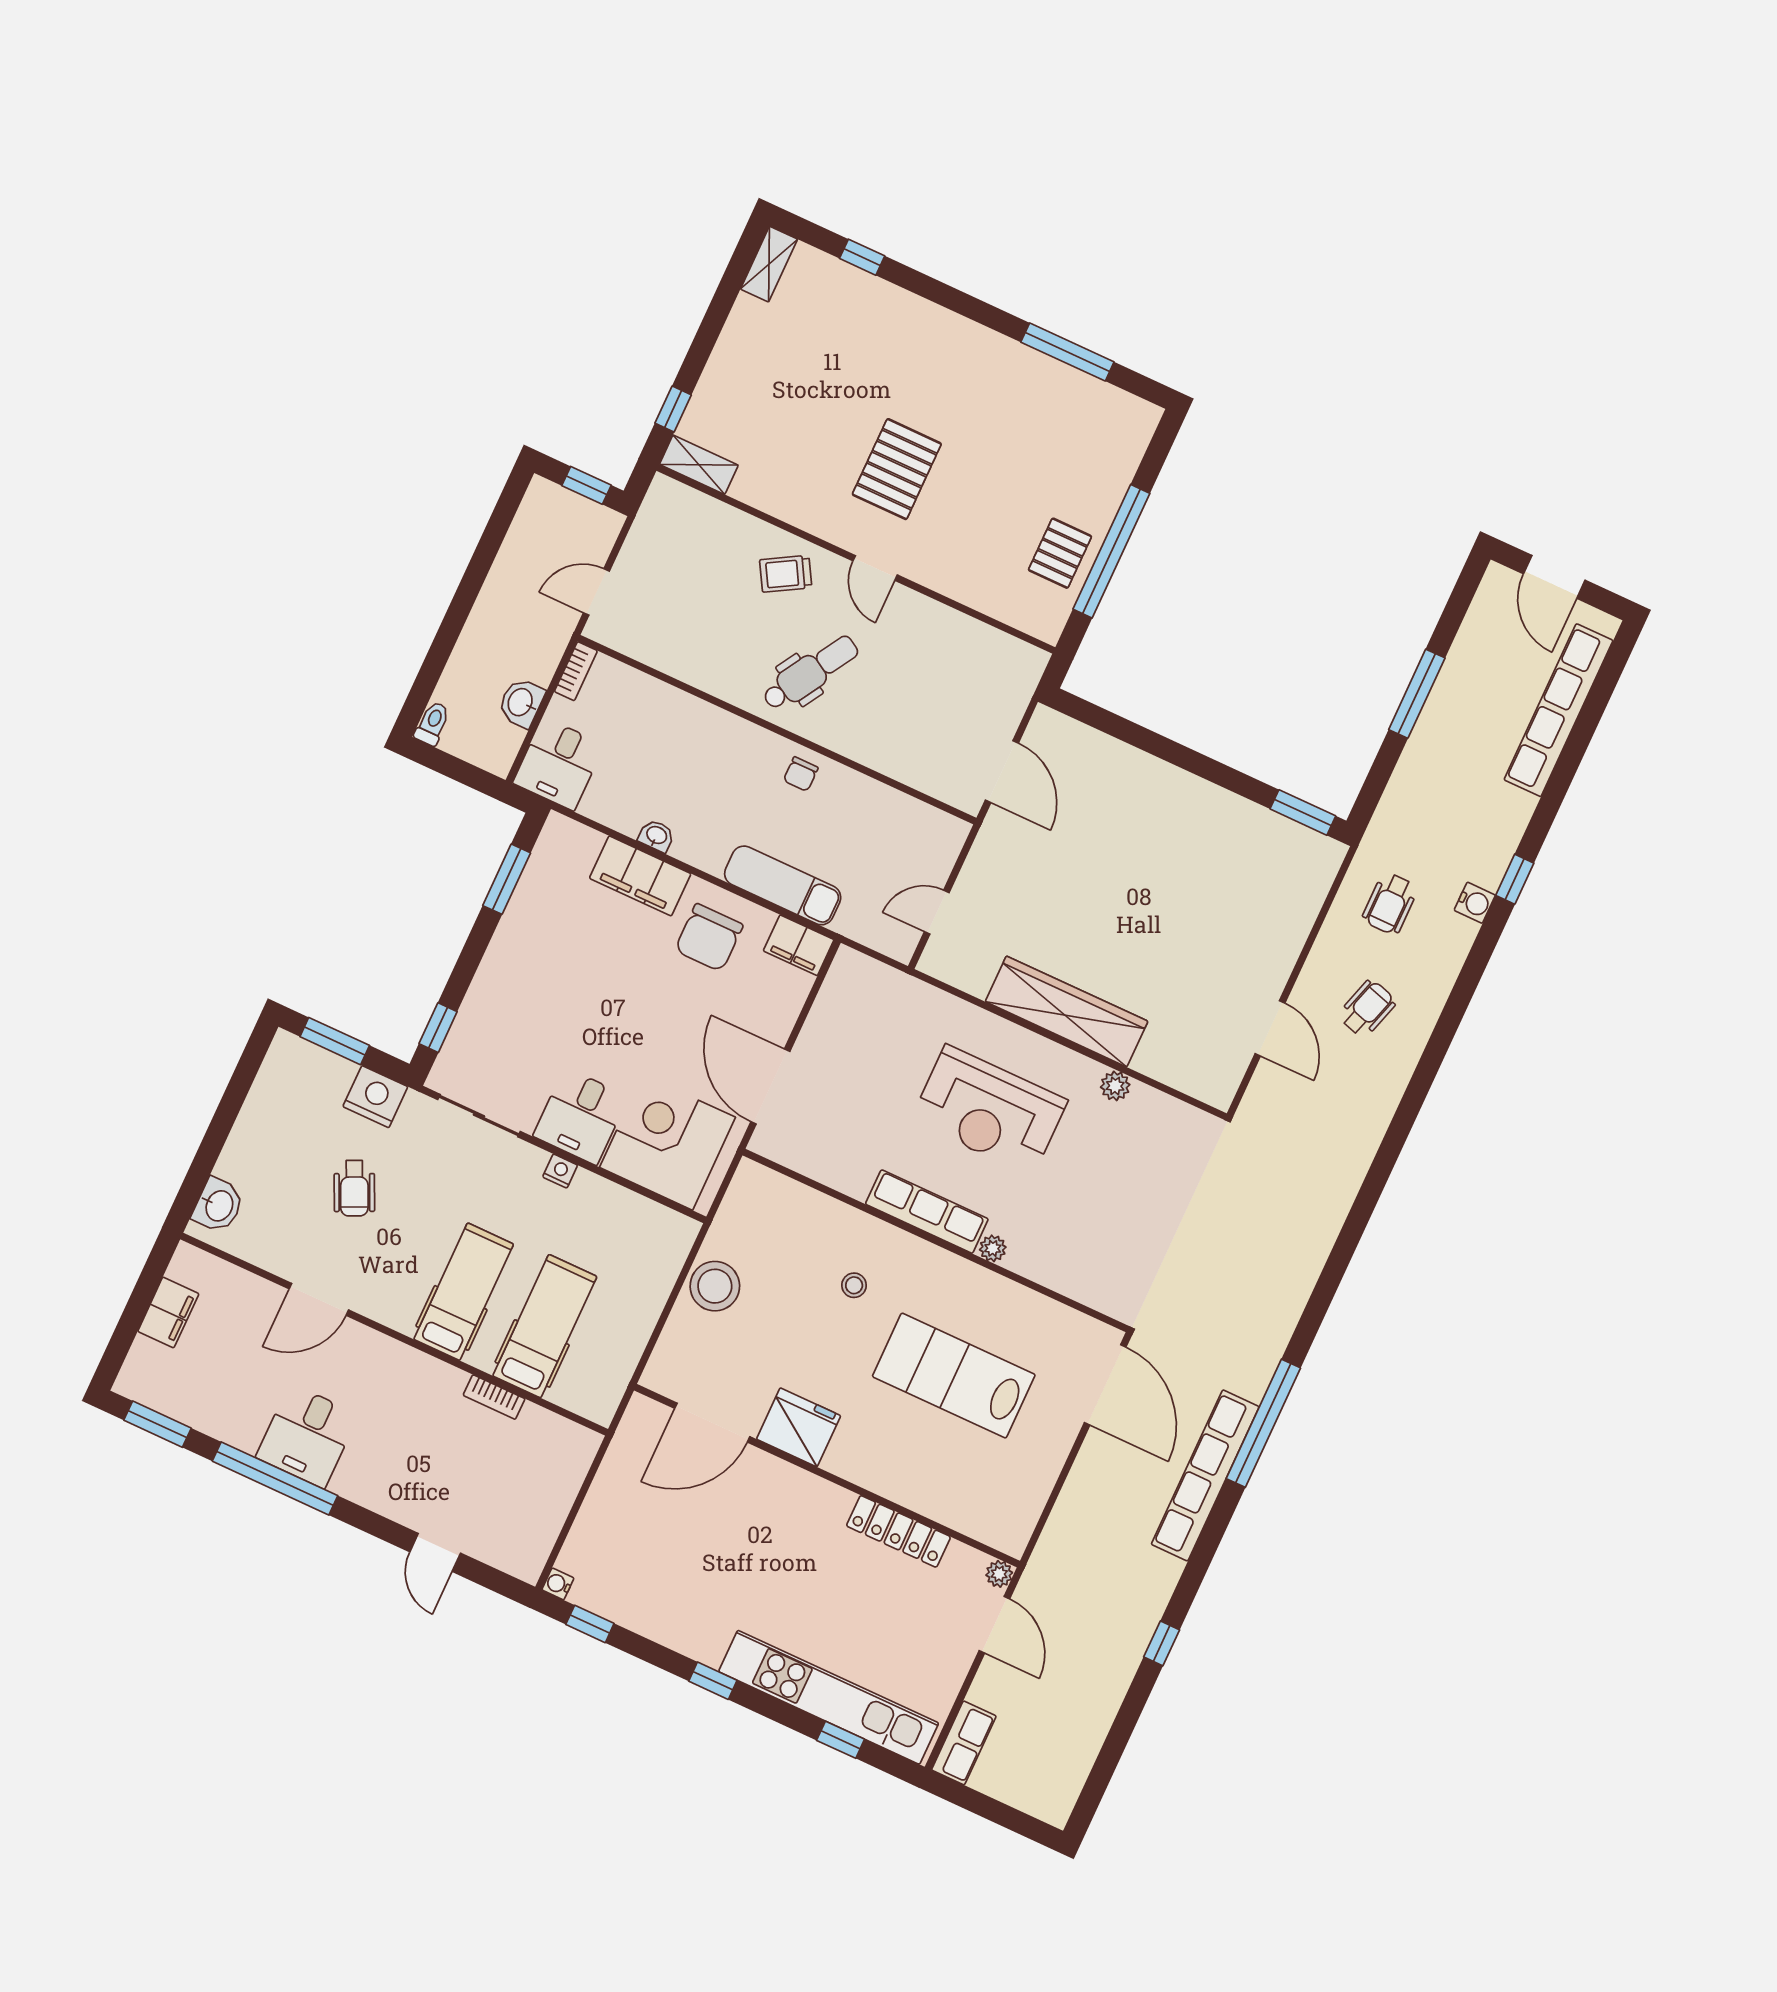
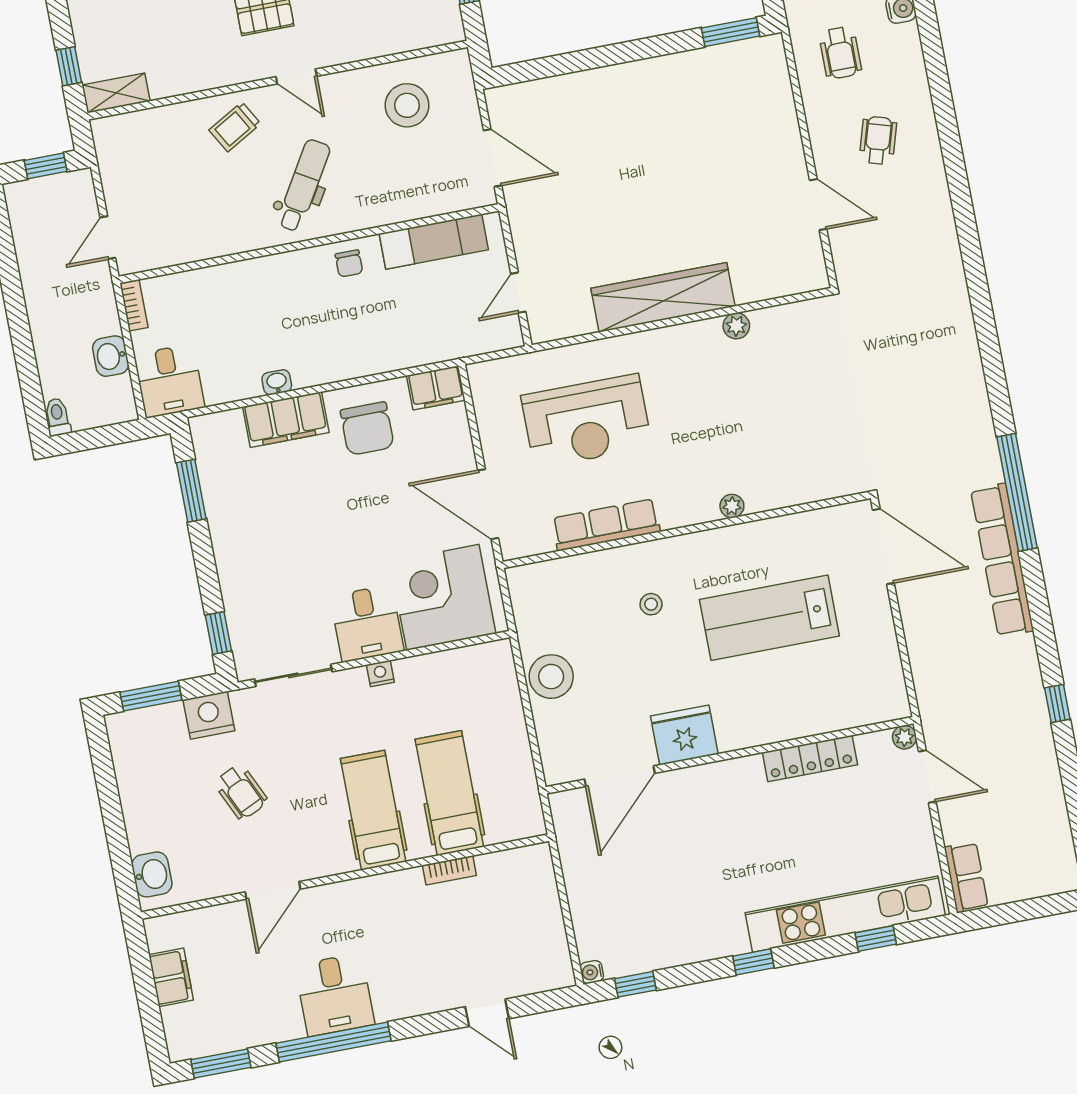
stool: (958, 667) -> (407, 105), added
exam couch: (783, 885) -> (434, 242), moved, turned 180
reception desk: (989, 1110) -> (587, 421), moved
row of seats: (927, 1212) -> (606, 525), moved

